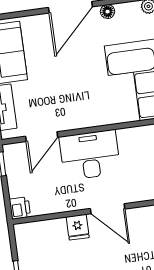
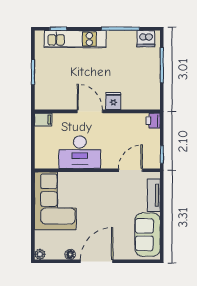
desk: (90, 155) -> (80, 152), moved

